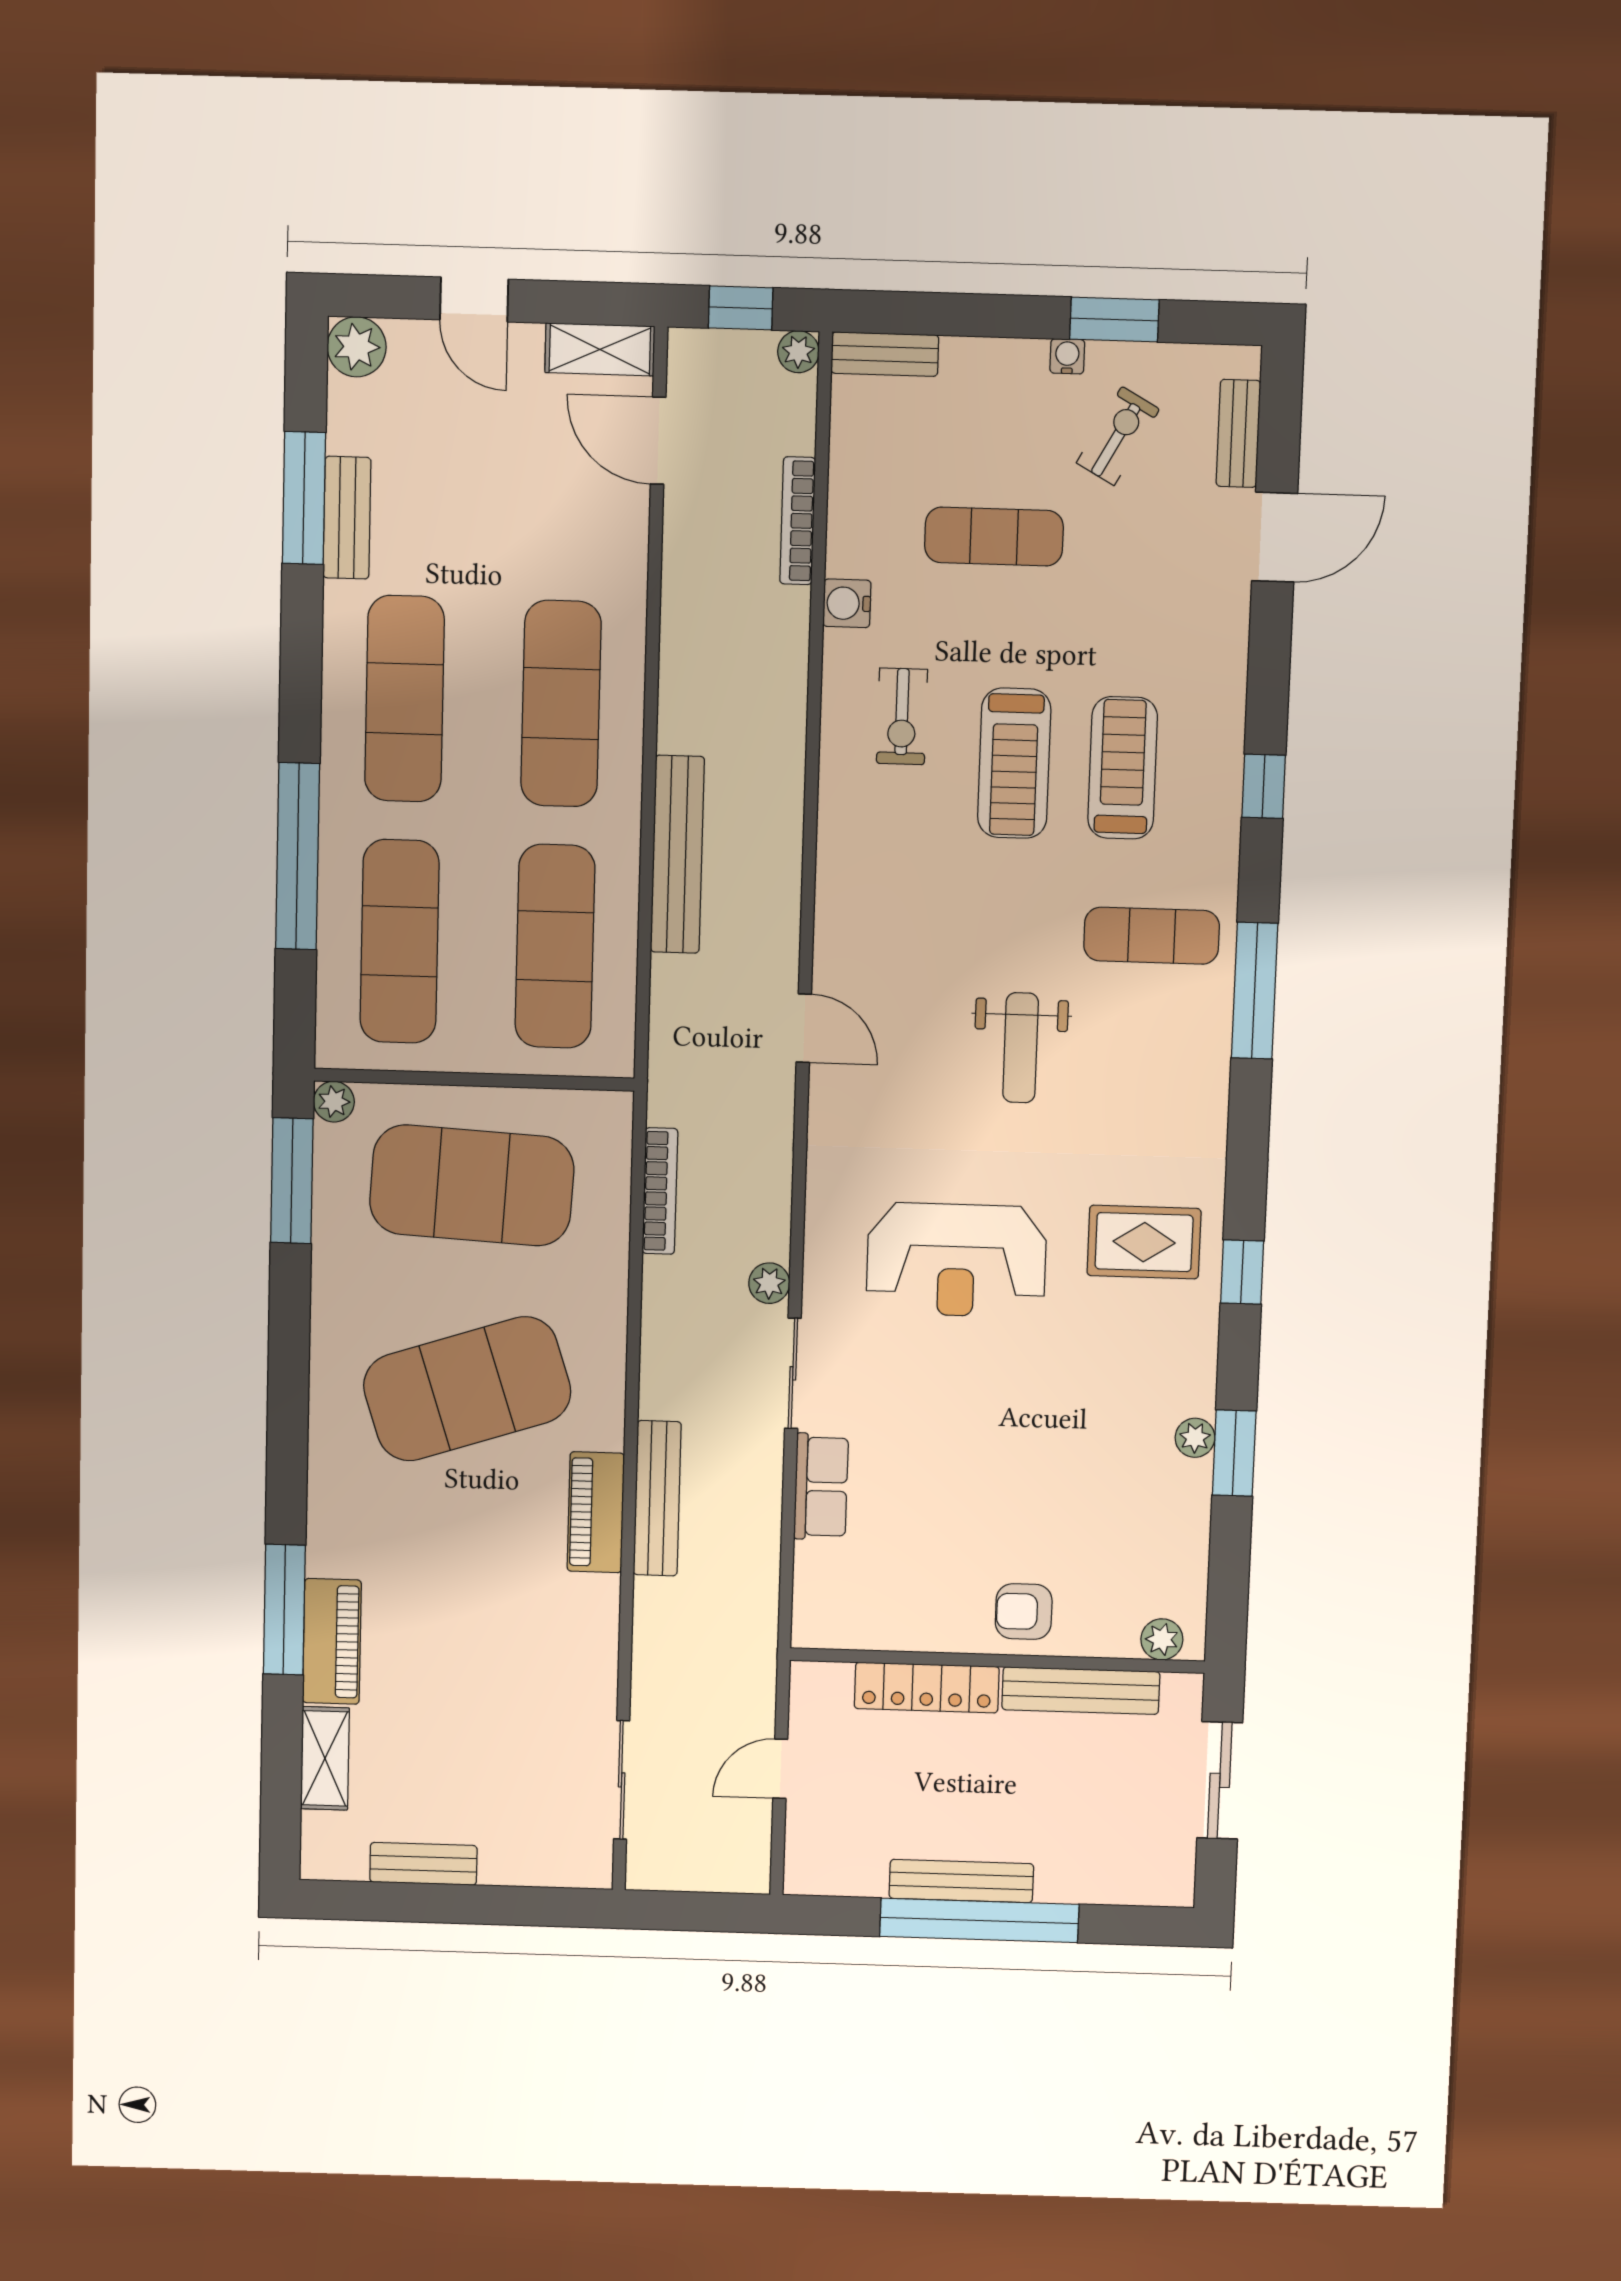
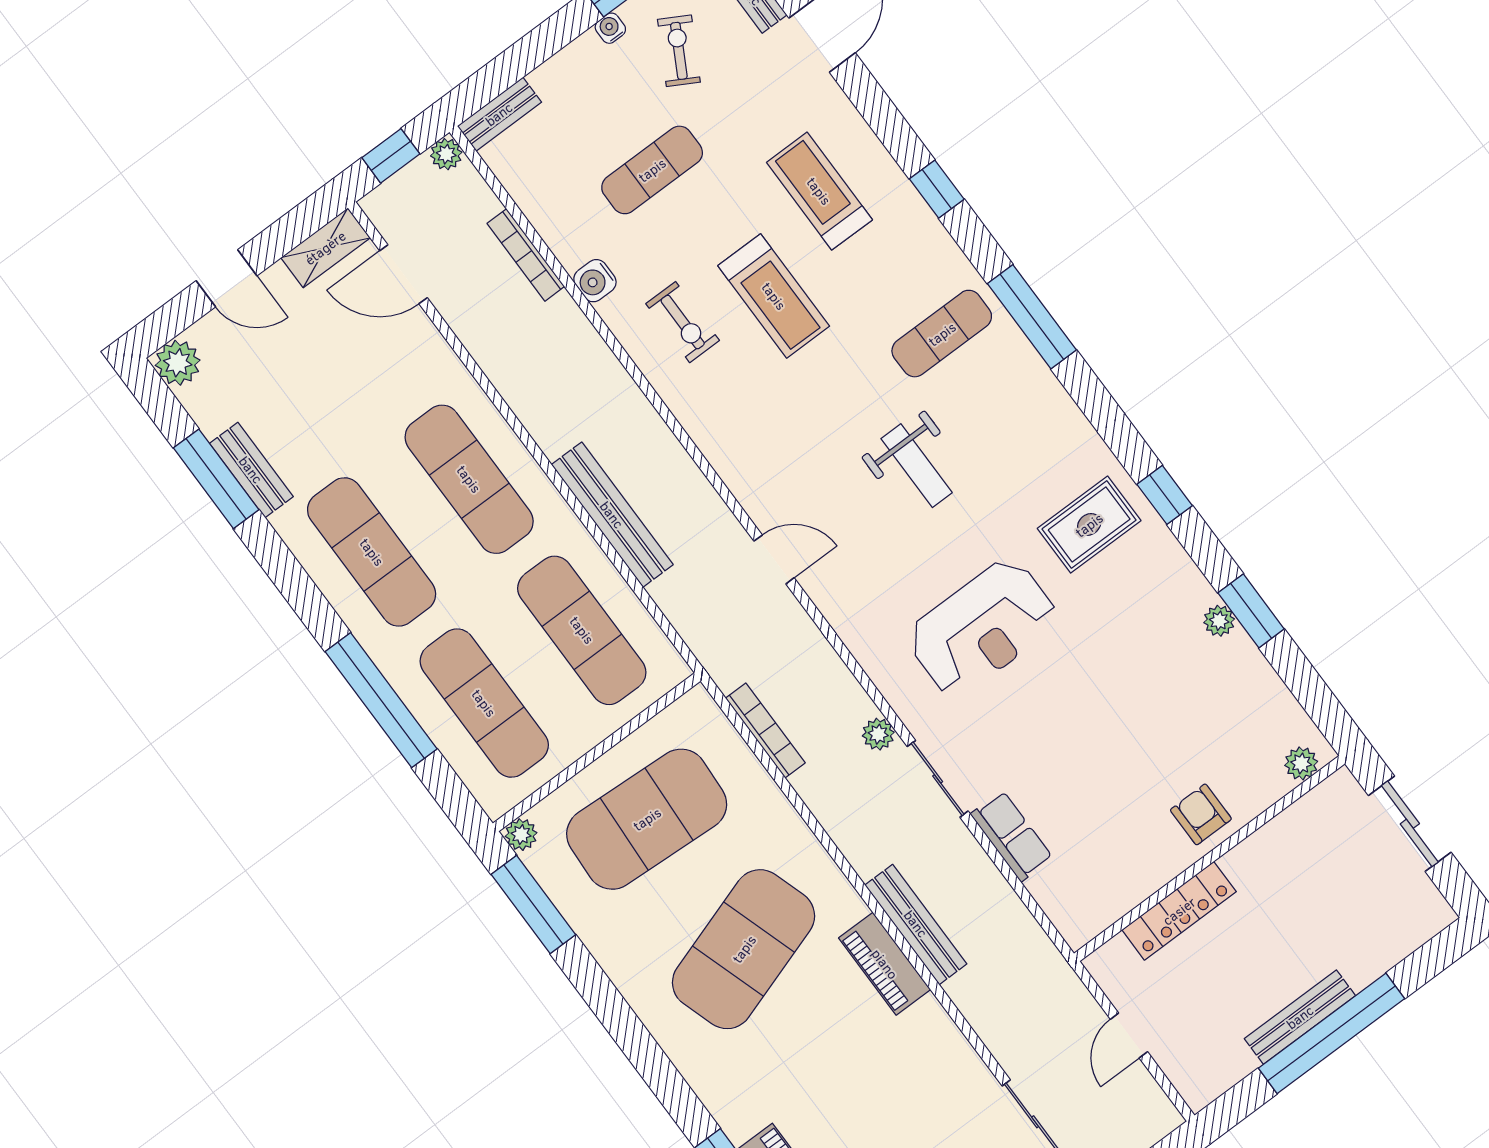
treadmill: (1123, 768) -> (819, 191), moved
armchair: (1024, 1612) -> (1201, 814), turned 90
bench: (1081, 1691) -> (1277, 836), removed

